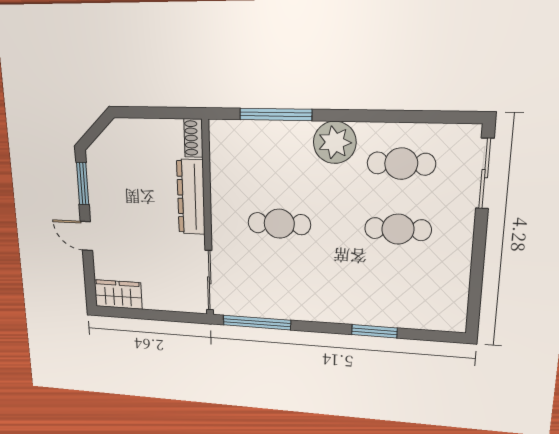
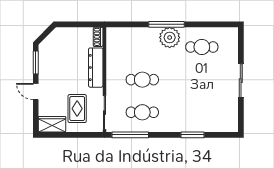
window: (276, 114) -> (166, 24), moved
sliding door: (485, 174) -> (241, 81), moved
cafe table: (398, 229) -> (142, 112), moved
rug: (160, 270) -> (77, 109), added

